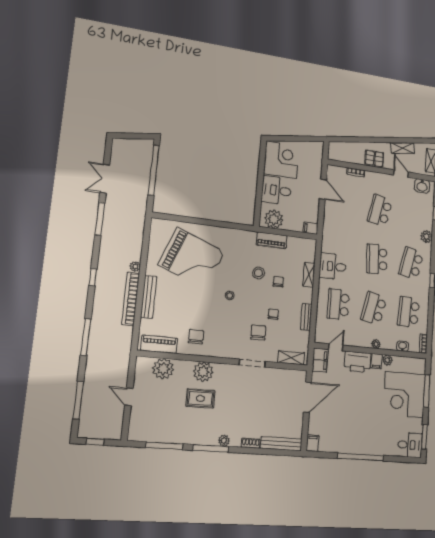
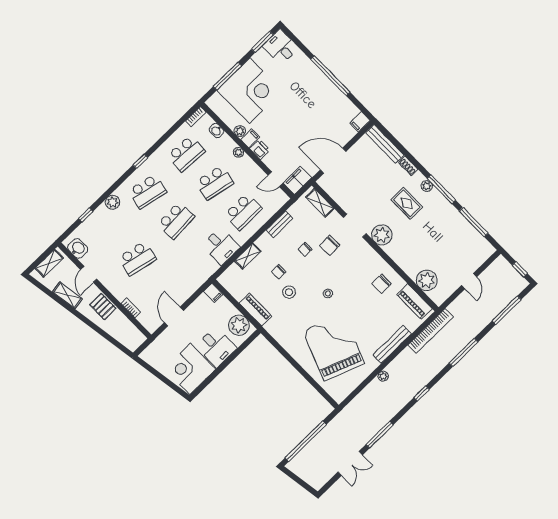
bookcase: (131, 299) -> (431, 331), moved
printer: (358, 362) -> (260, 149), width x0.53, depth x0.68
plant: (203, 372) -> (382, 235), moved
rug: (200, 398) -> (407, 203), moved

